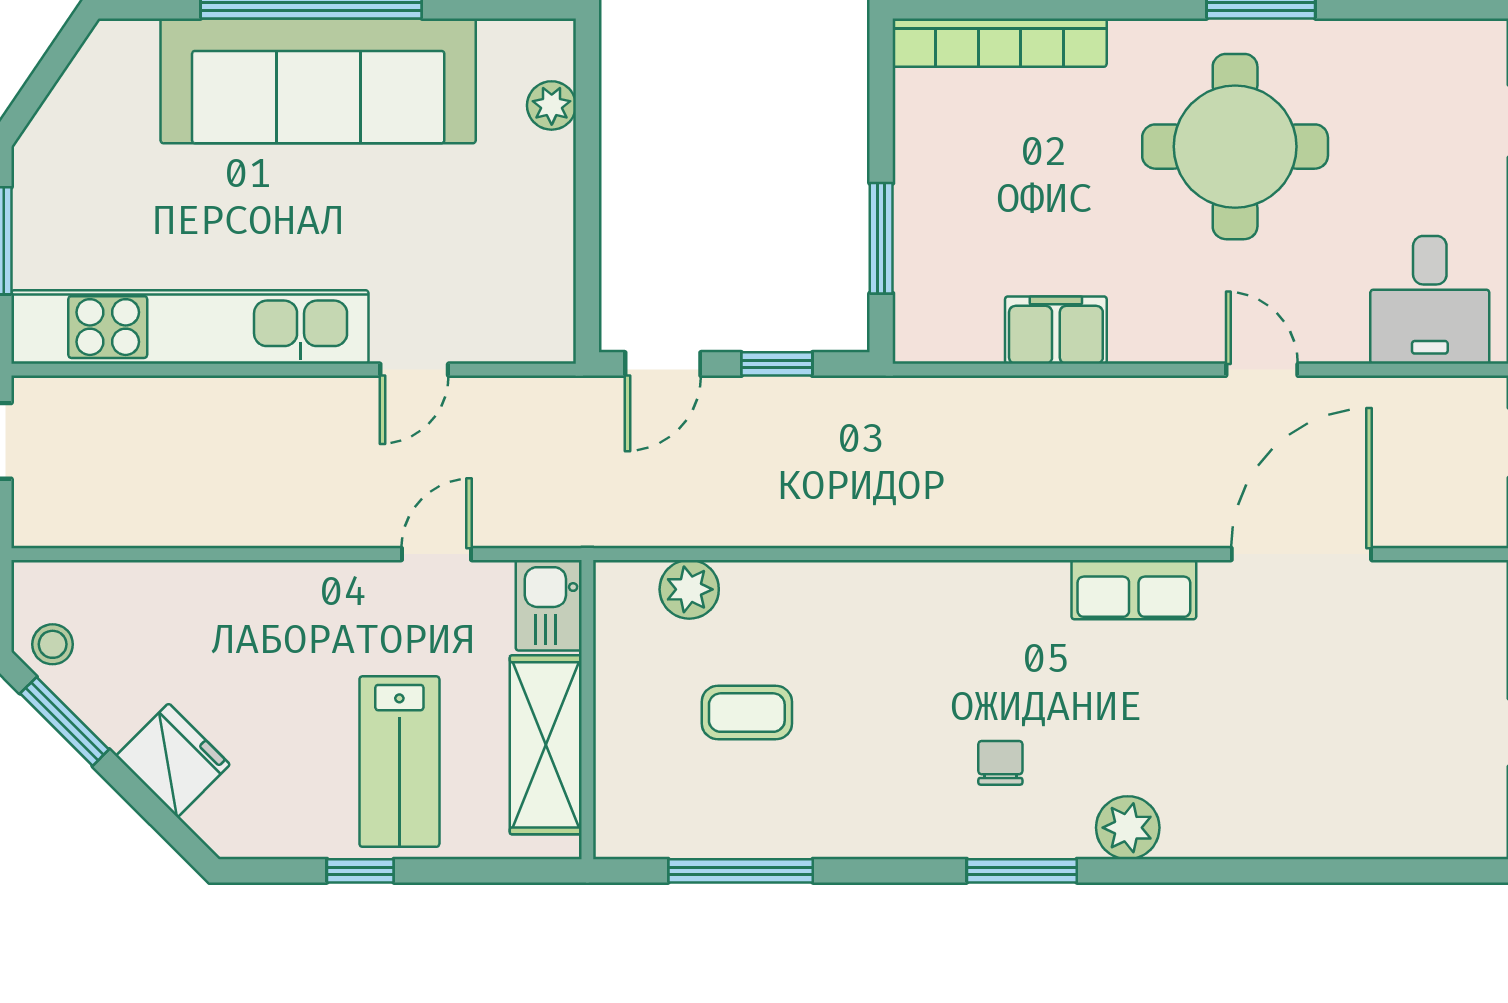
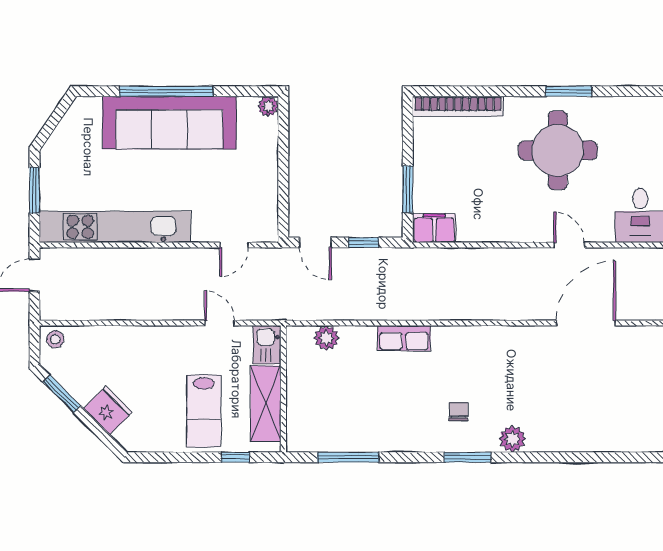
plant: (552, 105) -> (268, 106), moved
filing cabinet: (1056, 330) -> (434, 228), moved
door: (663, 364) -> (315, 243), hinge flipped
door: (414, 370) -> (234, 245), moved
door: (437, 554) -> (219, 323), hinge flipped
row of seats: (1134, 590) -> (404, 338), moved
stool: (53, 644) -> (55, 339), moved
coffee table: (747, 713) -> (351, 390), removed
window: (360, 871) -> (235, 457), moved

